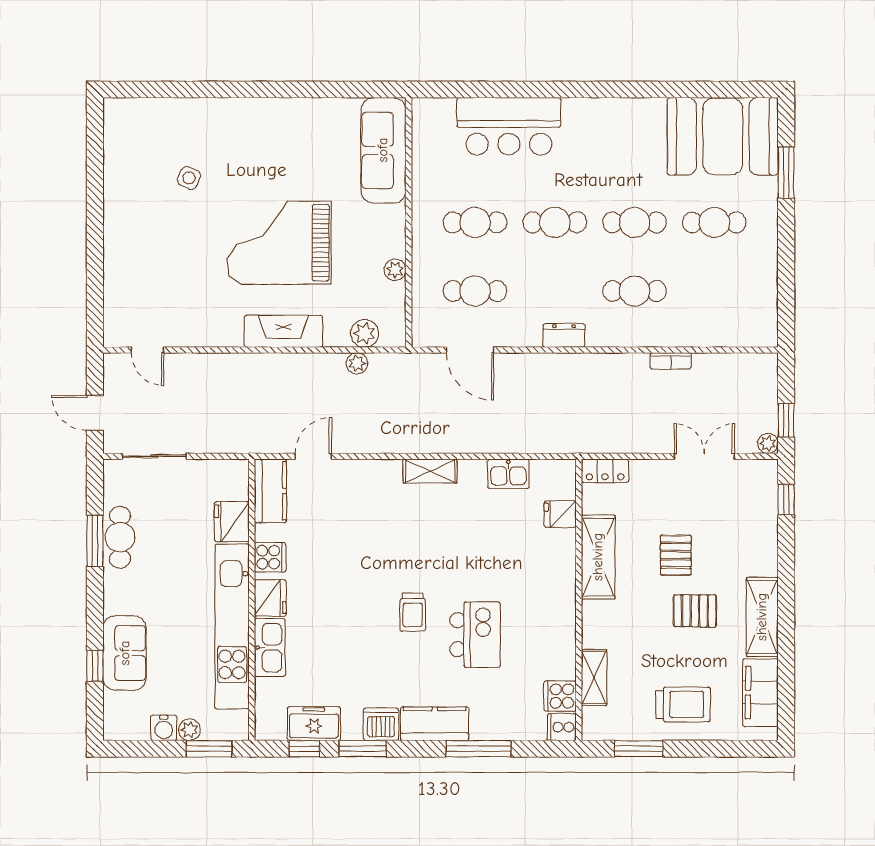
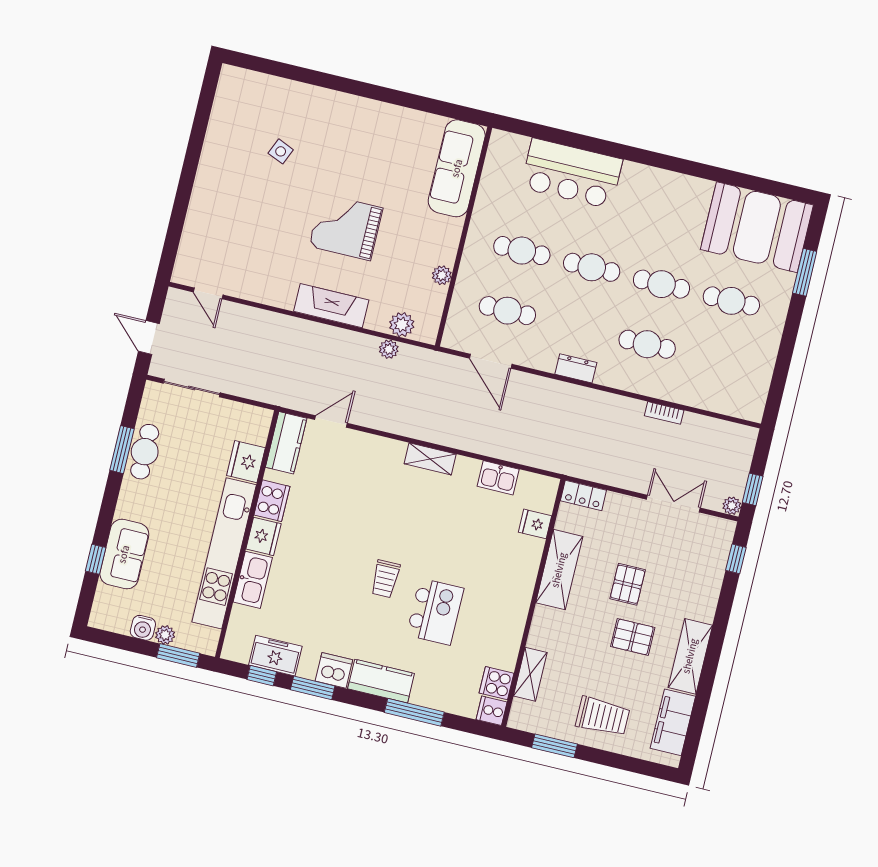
grand piano: (279, 243) -> (346, 227), width x0.73, depth x0.68
cooker: (270, 557) -> (272, 501), width x1.36

